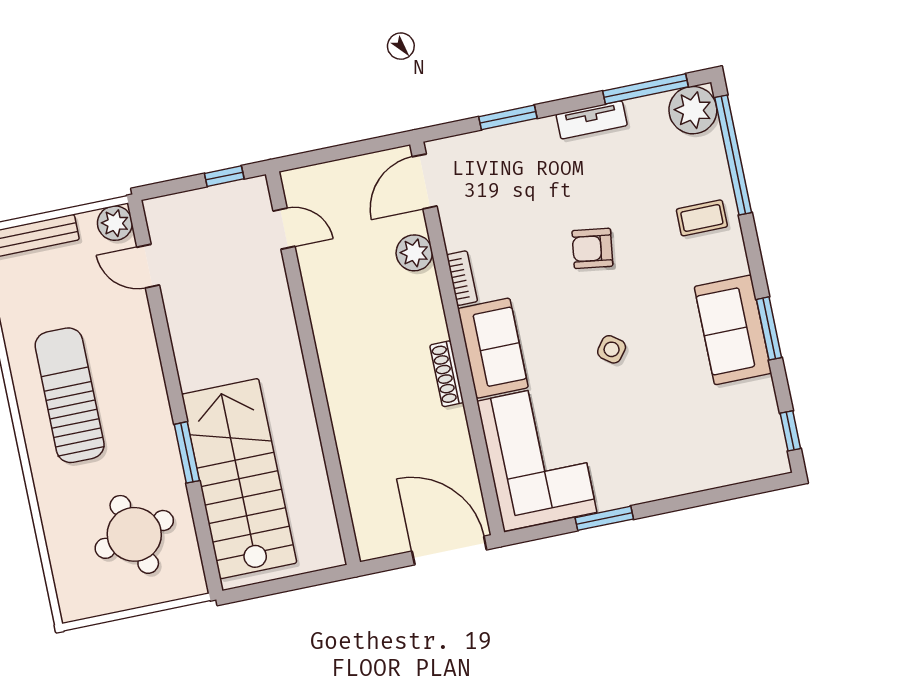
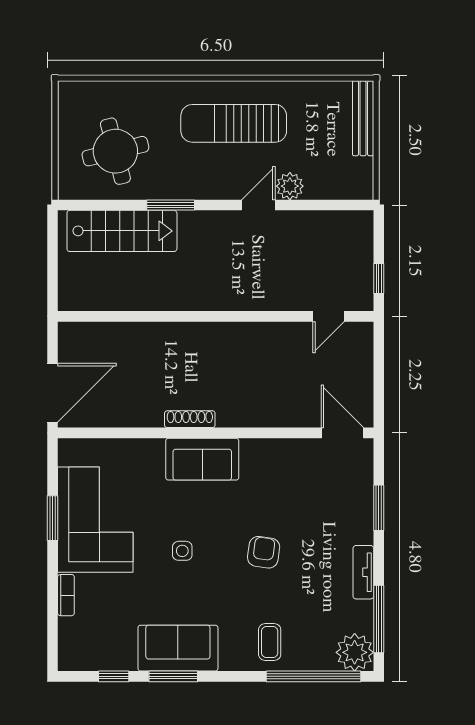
plant: (115, 223) -> (290, 186), moved
plant: (414, 253) -> (289, 413), removed
door: (148, 266) -> (258, 205), moved
bookcase: (462, 278) -> (66, 595), moved, turned -90
side table: (612, 349) -> (182, 551), turned -37
sun lounger: (70, 395) -> (234, 123), turned 180
window: (790, 431) -> (114, 676), moved
corner sofa: (537, 457) -> (95, 520), moved, turned -90
stairs: (239, 479) -> (122, 231), width x0.73, depth x0.66

